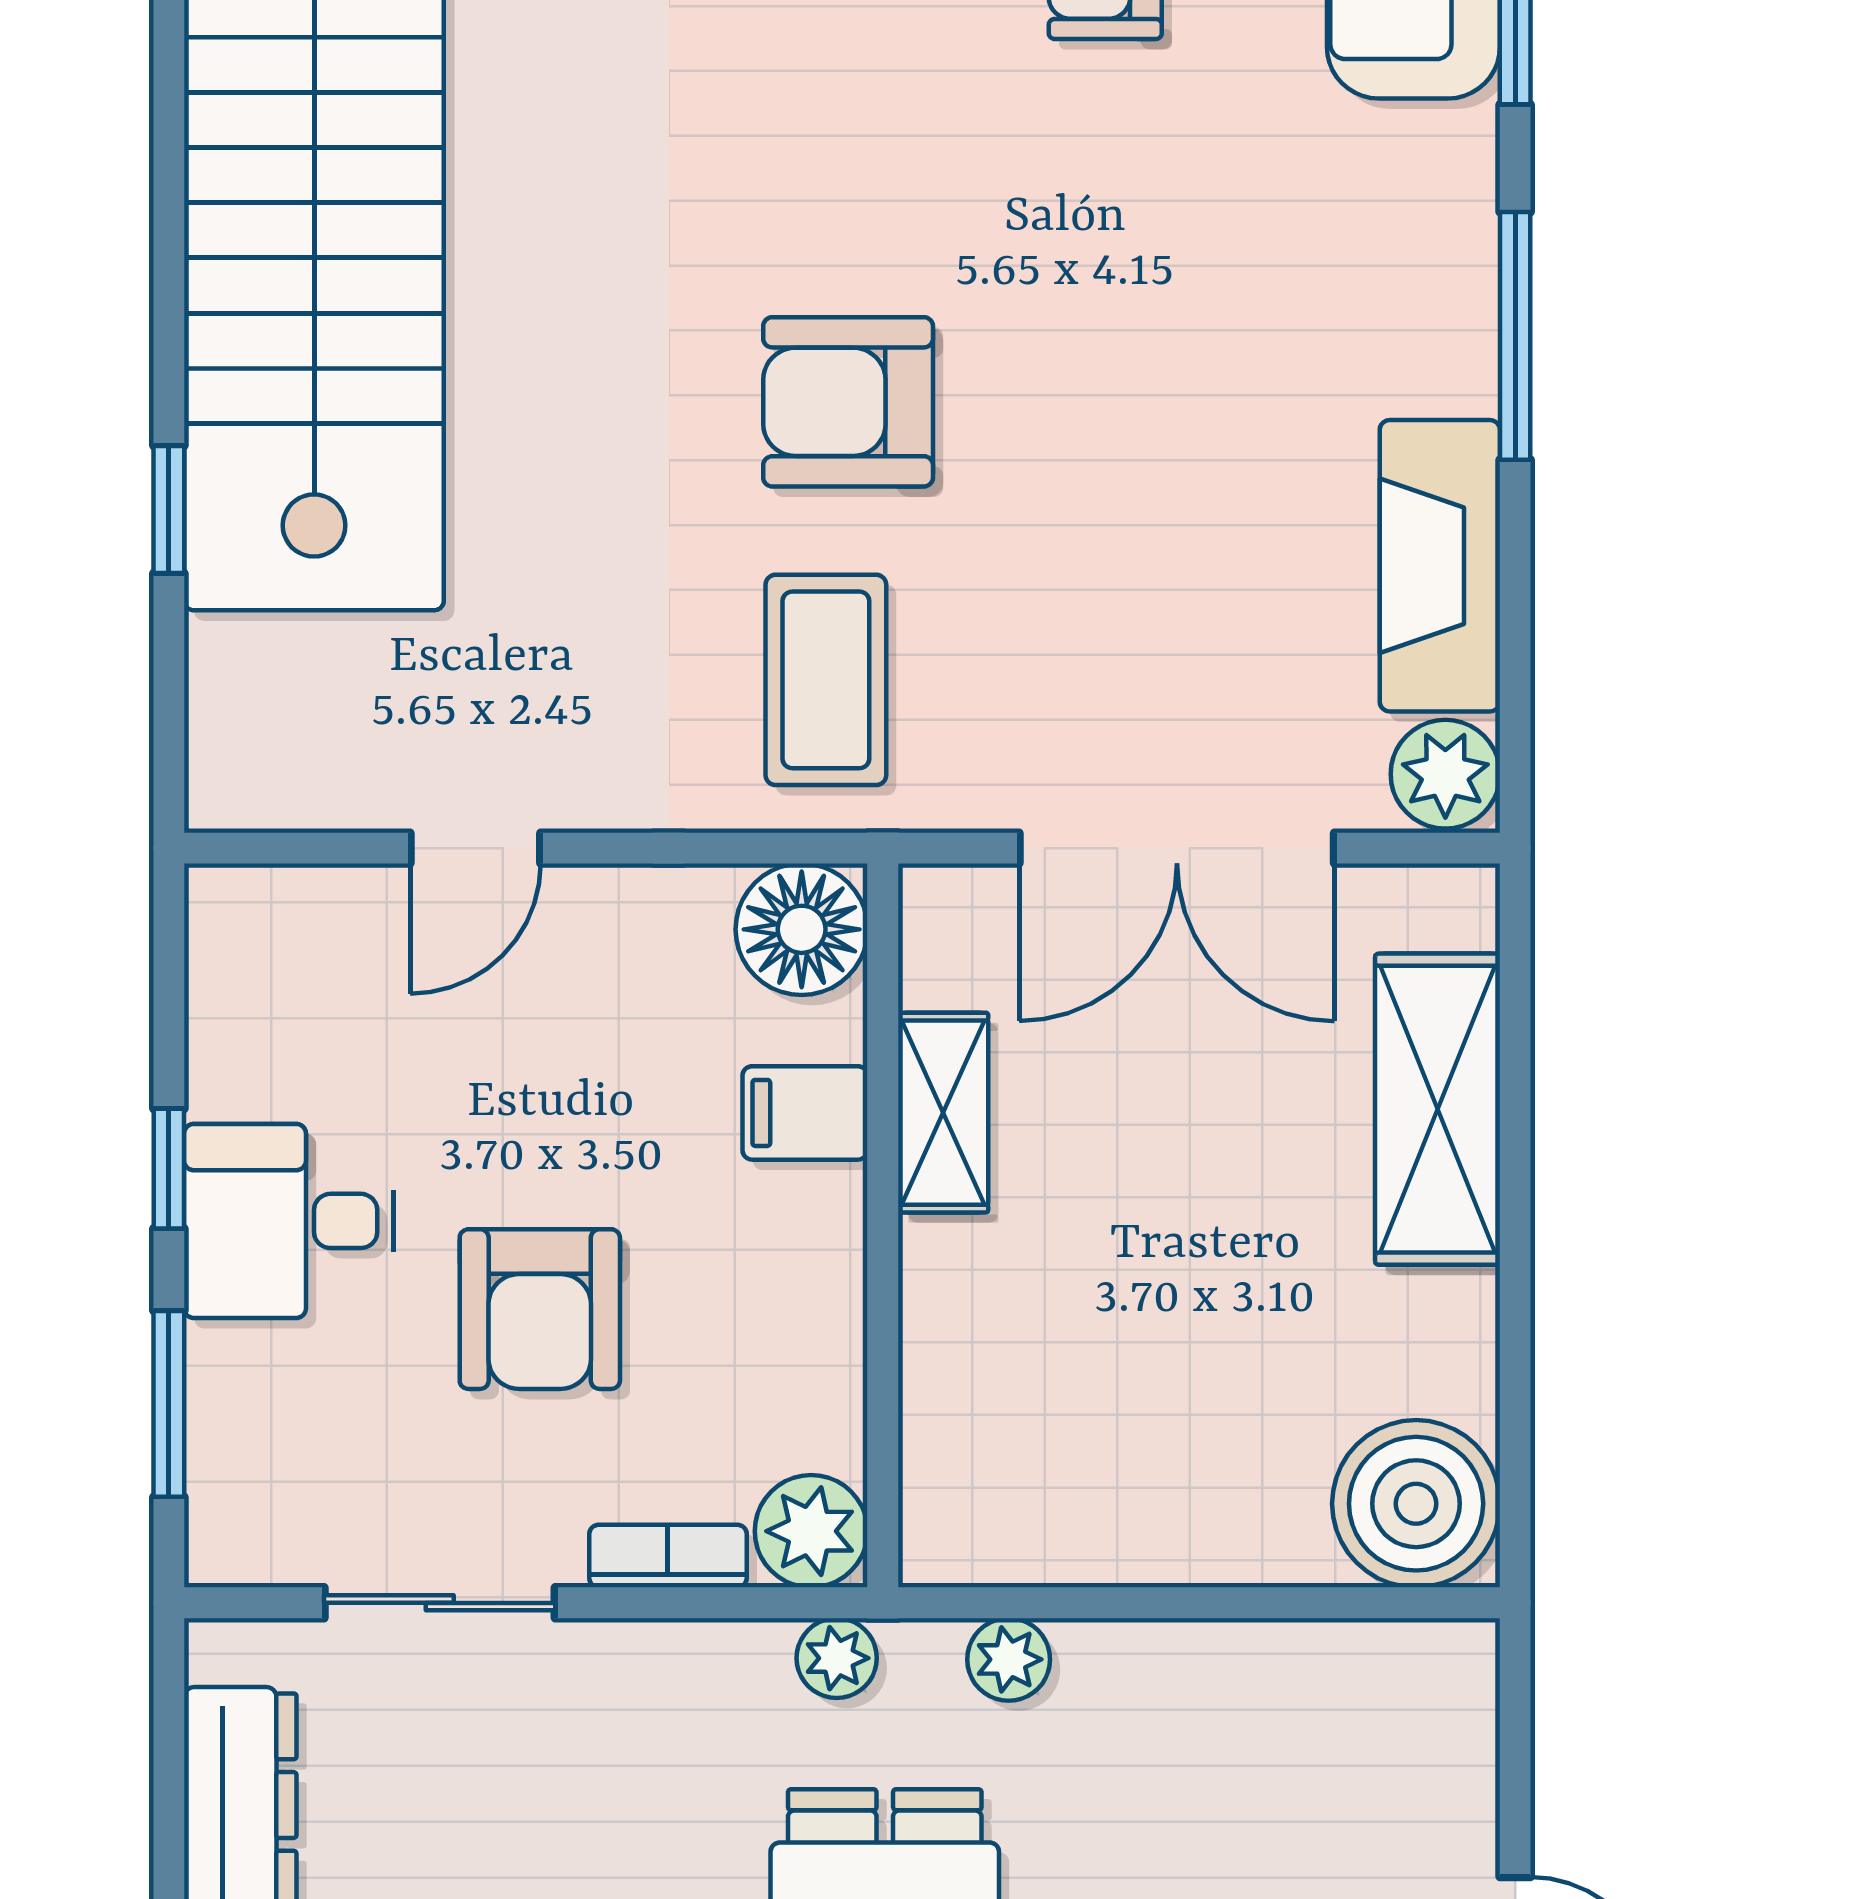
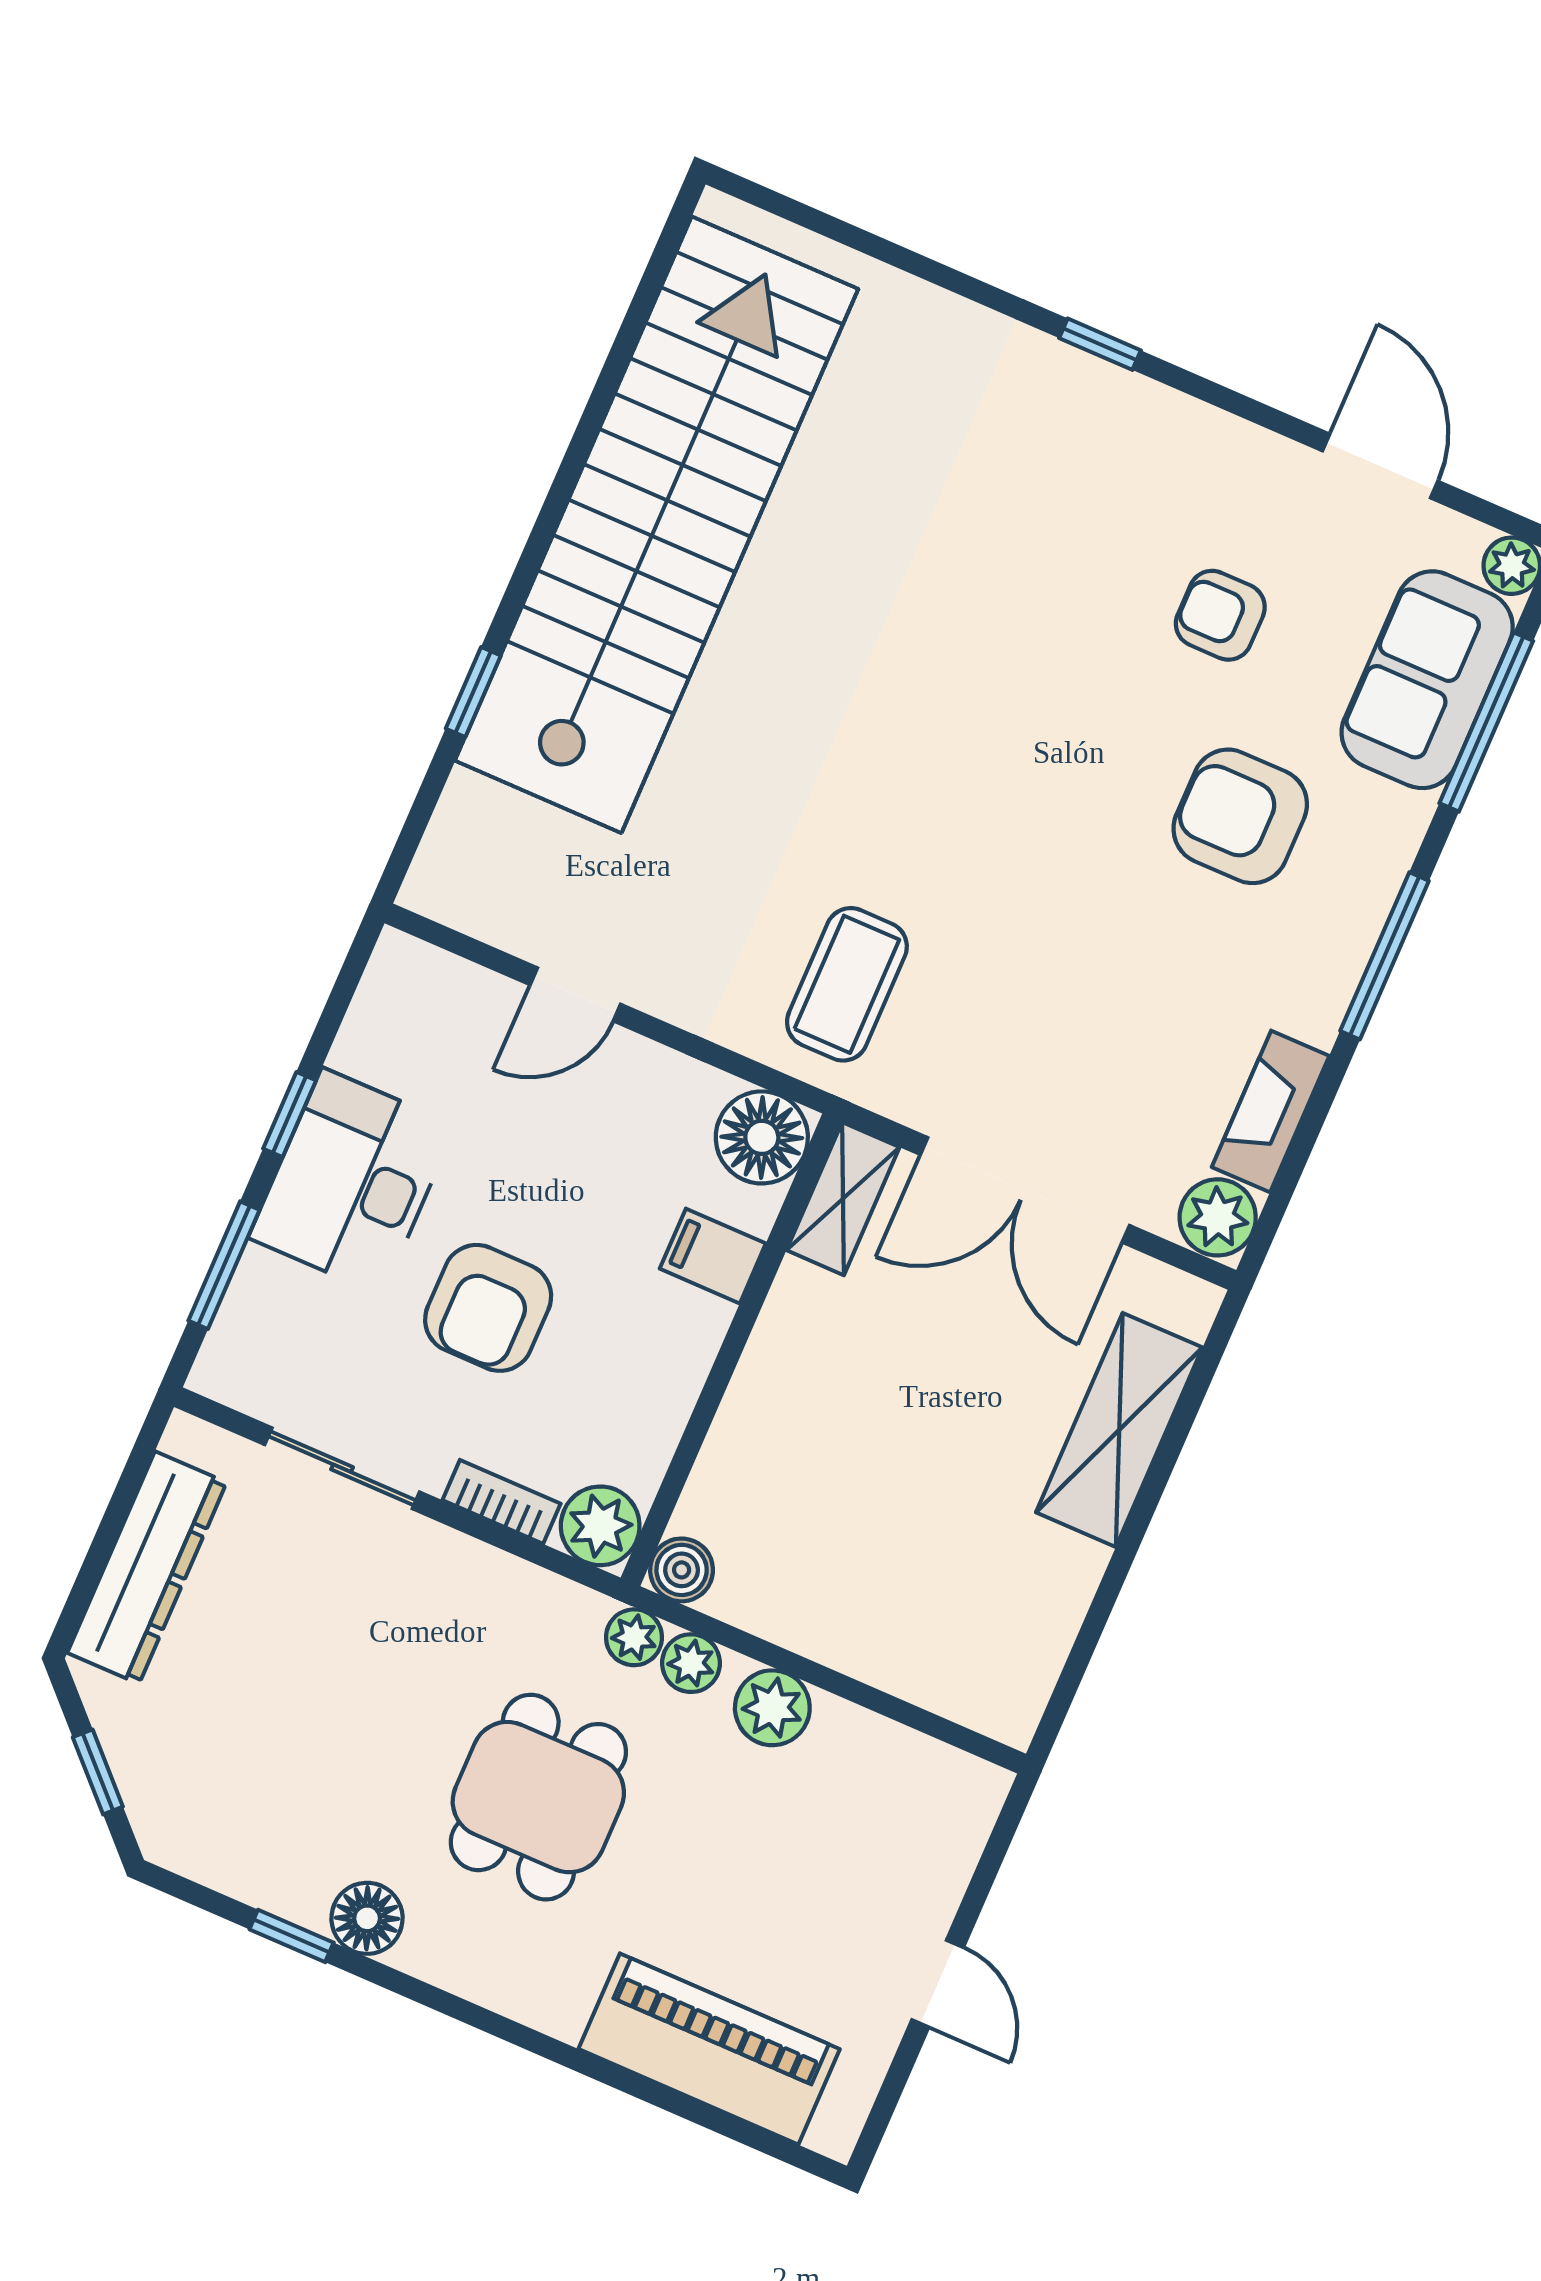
armchair: (848, 402) -> (1240, 816), moved
fireplace: (1440, 566) -> (1271, 1111), width x0.73, depth x0.76
shelving: (943, 1113) -> (843, 1199), moved
desk: (289, 1221) -> (352, 1182), width x1.37
boiler: (1416, 1504) -> (682, 1570), moved, width x0.54, depth x0.54
plant: (837, 1658) -> (634, 1637), moved
plant: (1141, 1672) -> (772, 1708), added

